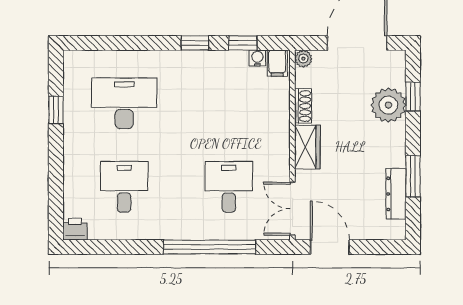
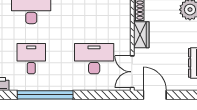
desk: (229, 187) -> (94, 59), width x1.37
window: (210, 247) -> (45, 95), moved

